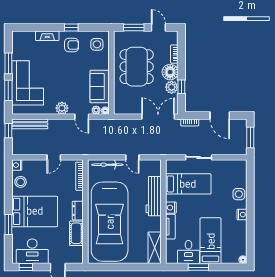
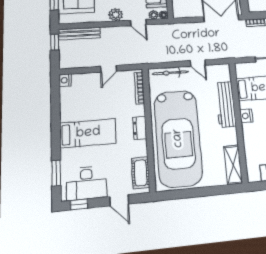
stool: (21, 182) -> (70, 100), removed
bed: (35, 211) -> (88, 133), width x0.67
window: (8, 224) -> (56, 173), moved
tv unit: (170, 227) -> (248, 138), removed
cot: (76, 233) -> (141, 173), moved

